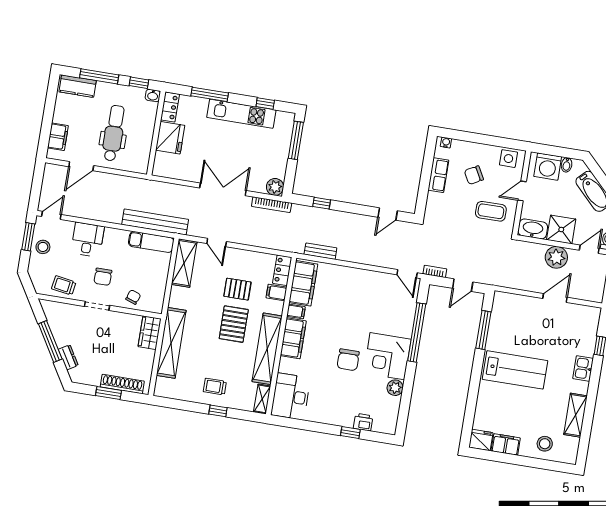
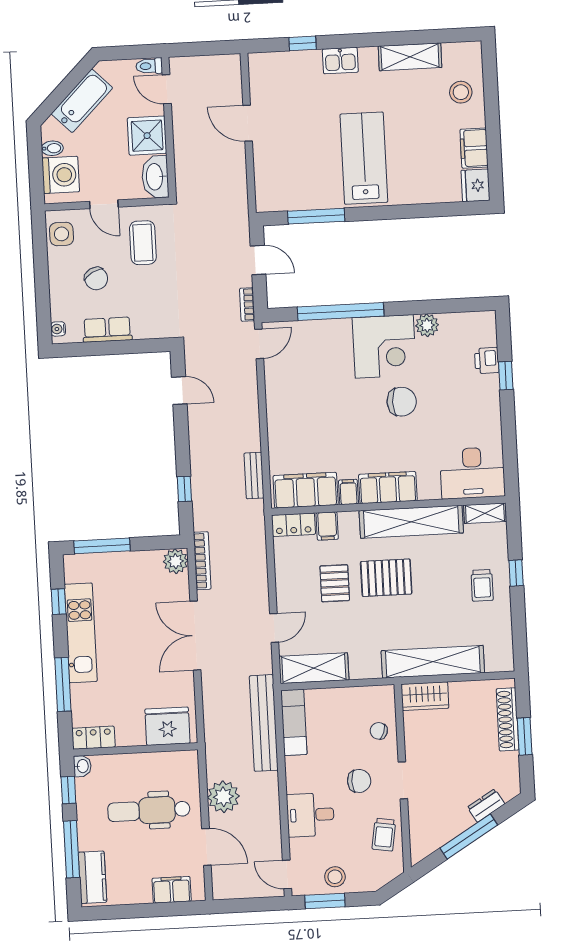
fridge: (170, 138) -> (167, 726), moved
plant: (556, 257) -> (223, 797), moved

